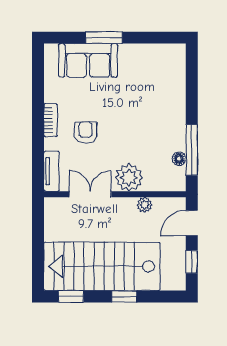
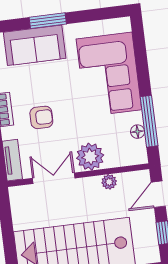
corner sofa: (158, 98) -> (109, 74), added
armchair: (86, 133) -> (41, 117), turned 90

